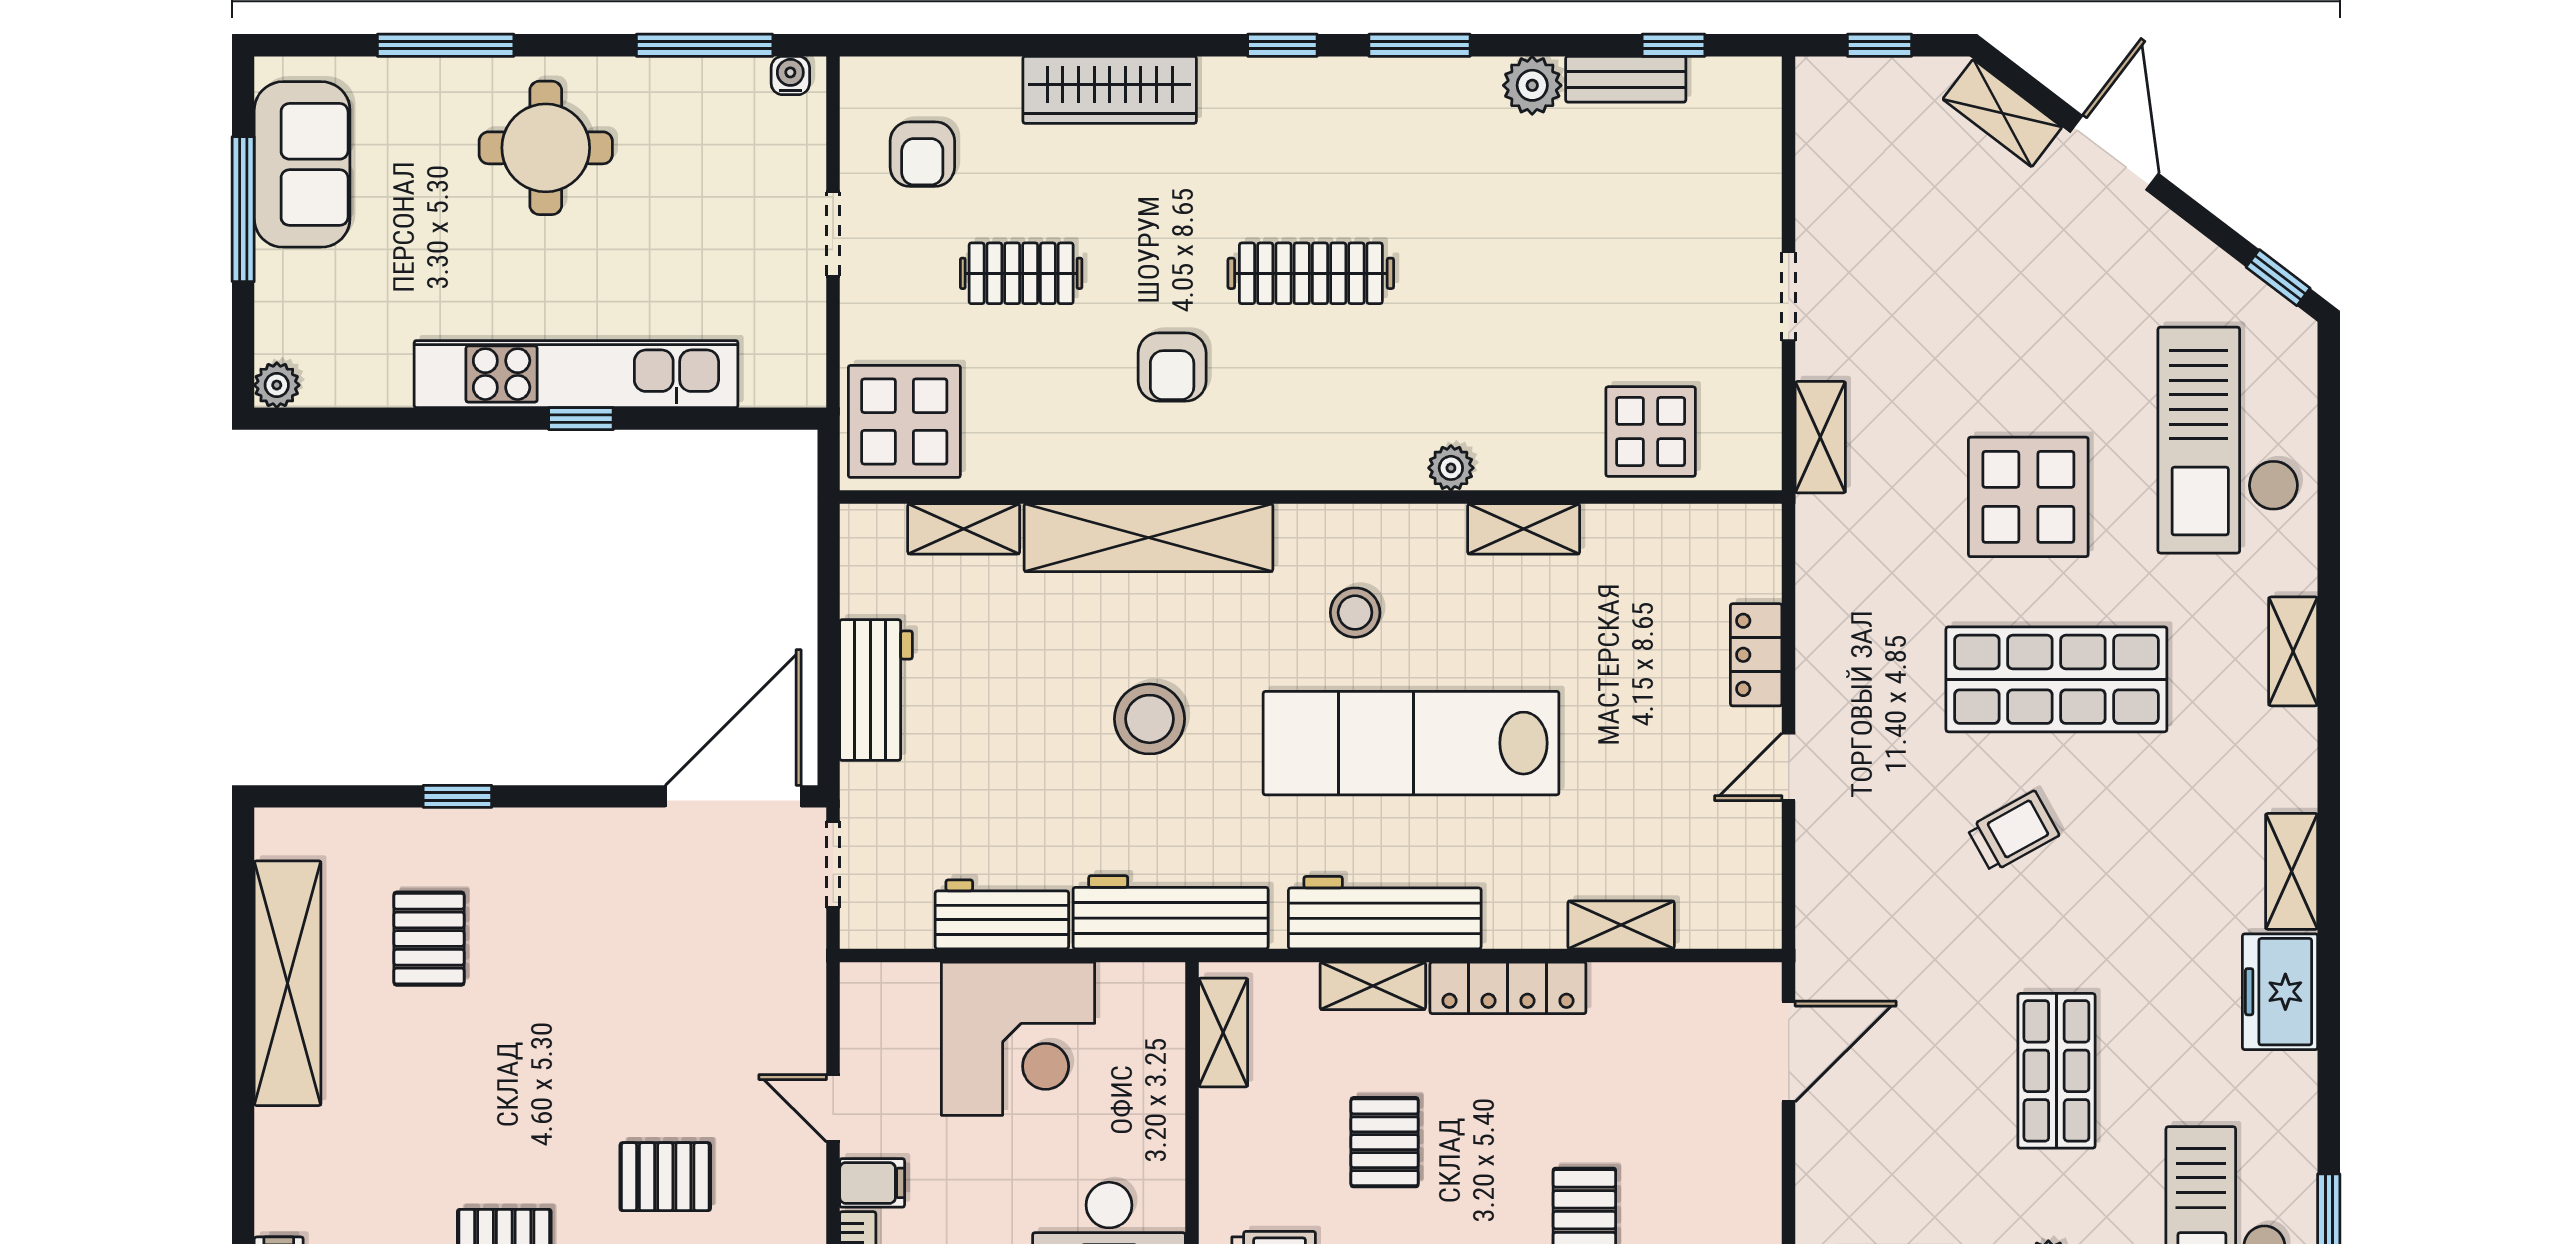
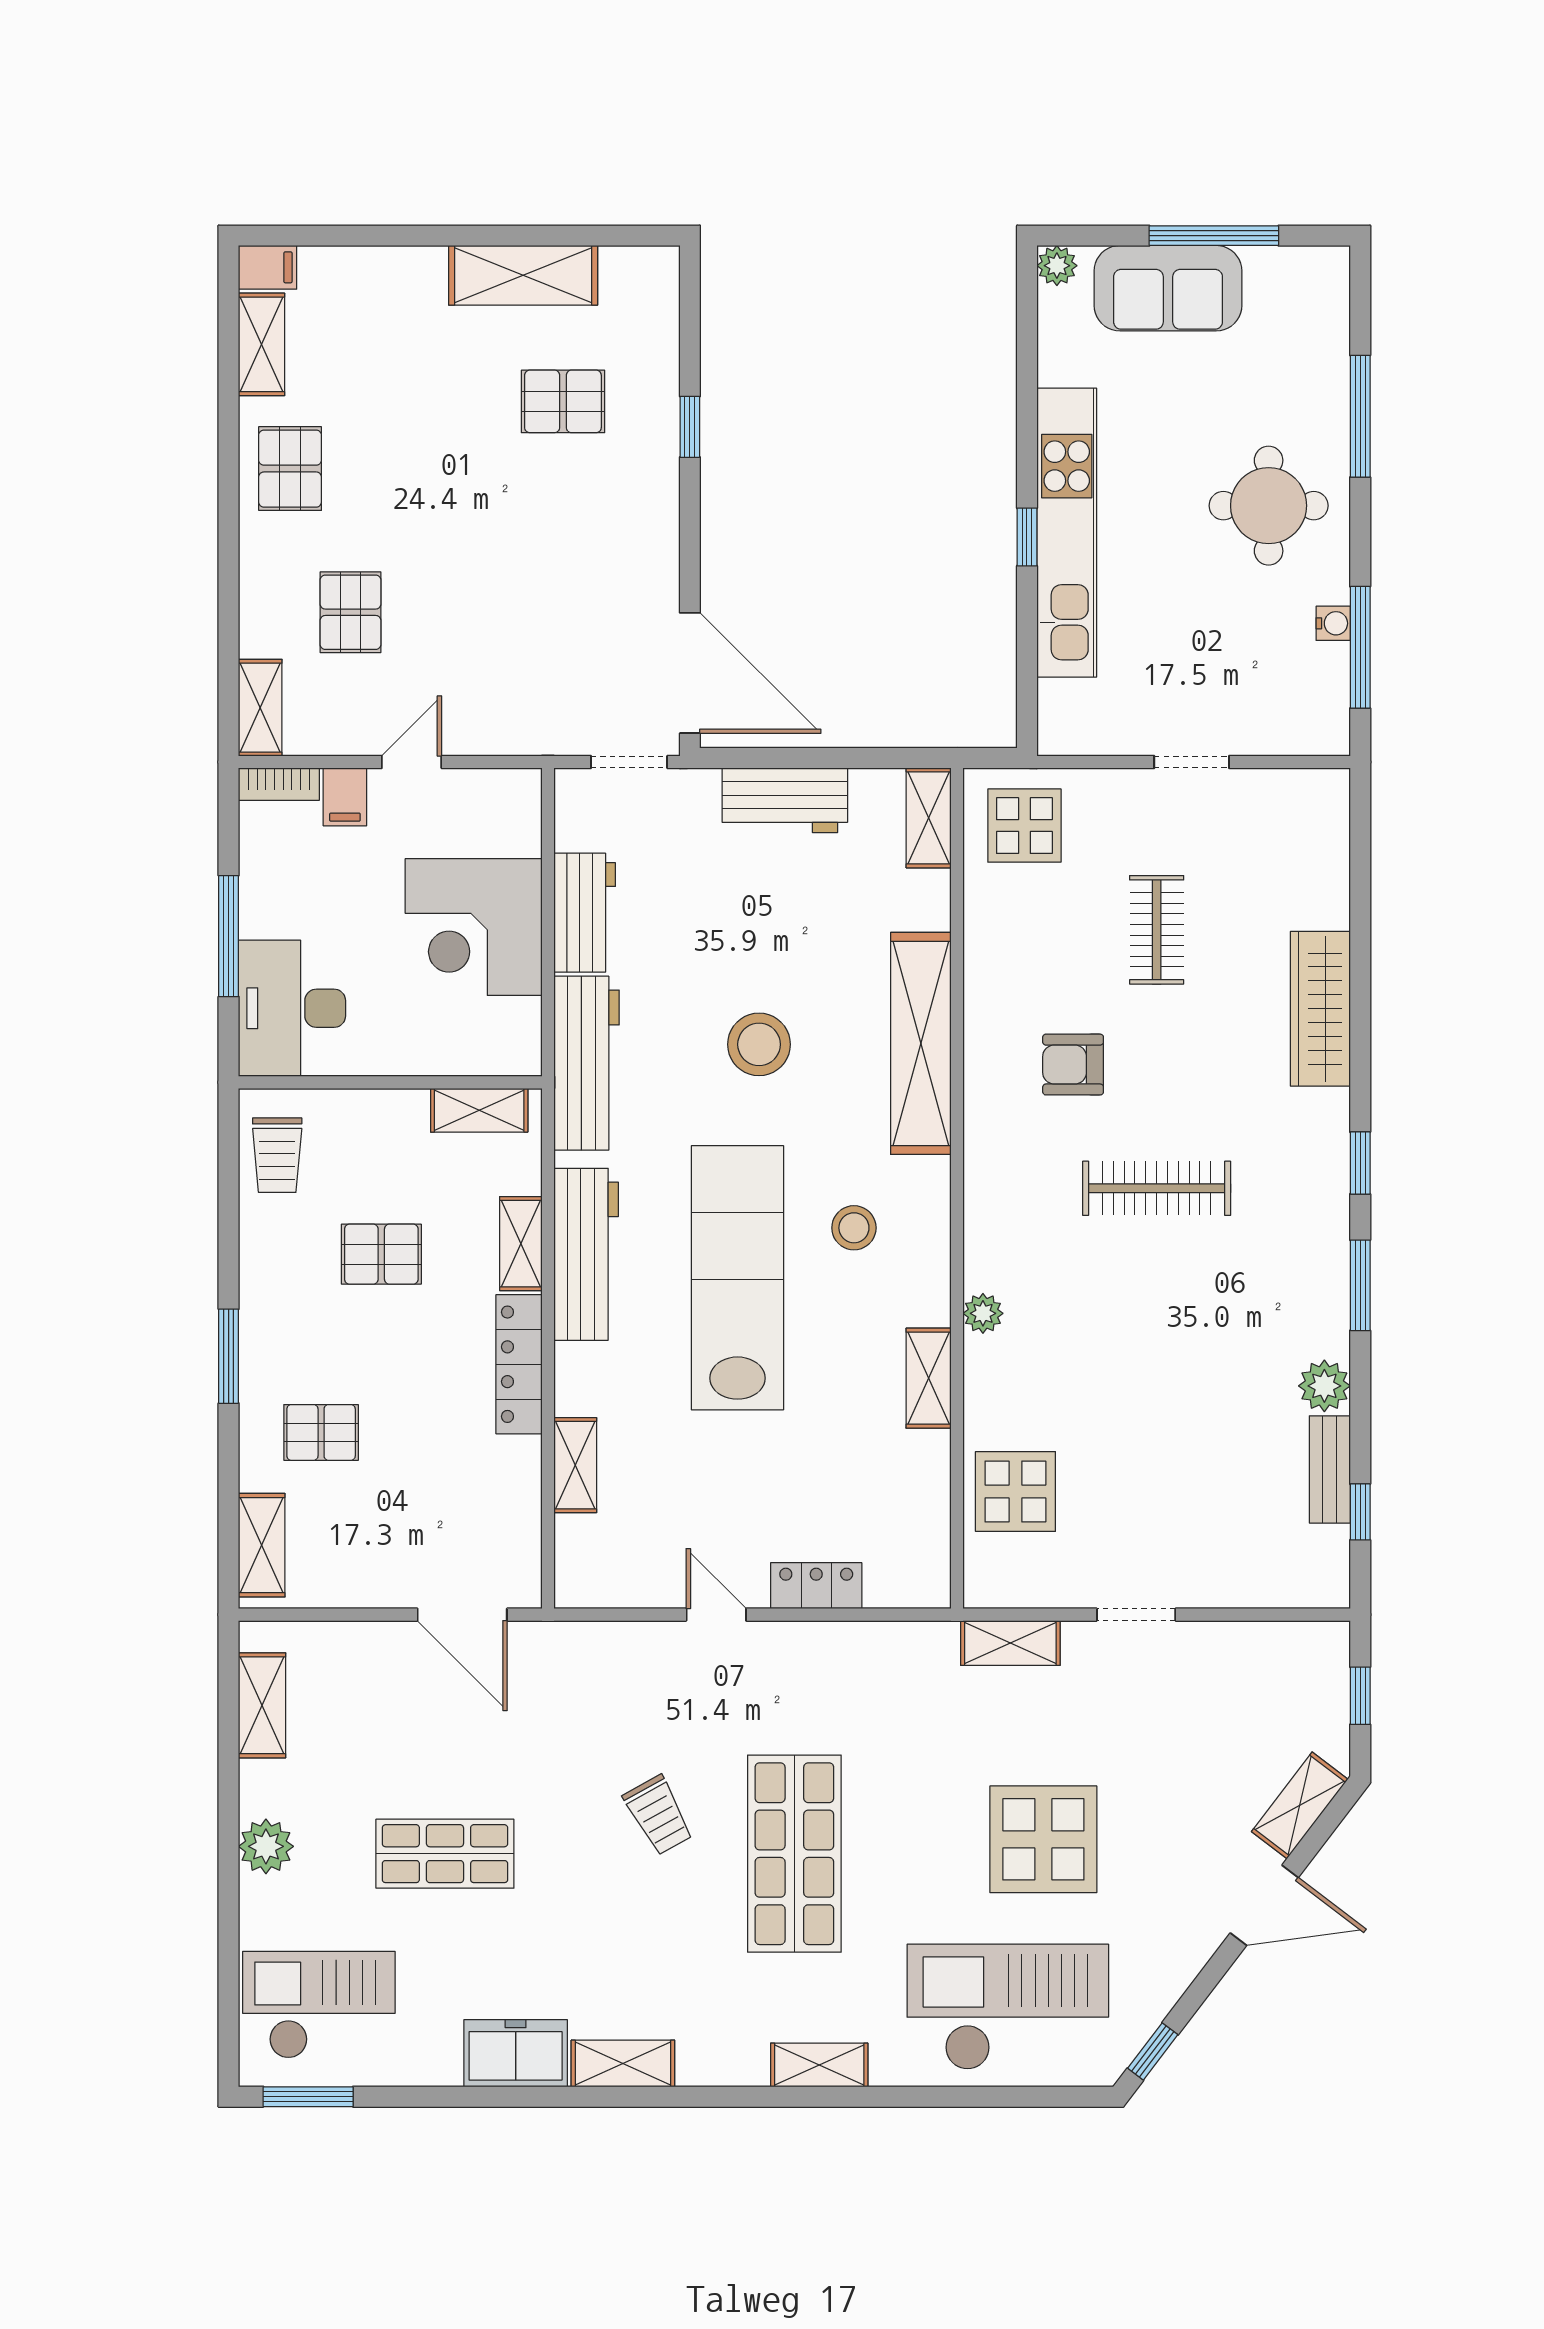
water cooler: (790, 75) -> (1333, 623), moved
armchair: (922, 154) -> (1263, 842), removed
sofa: (302, 164) -> (1168, 288), moved
clothes rail: (1311, 273) -> (1157, 1188), turned 90
display table: (904, 421) -> (1024, 826), width x0.73, depth x0.73
display table: (2028, 497) -> (1043, 1839), moved
shelving: (964, 529) -> (929, 818), moved
shelving: (288, 983) -> (523, 275), width x0.68

